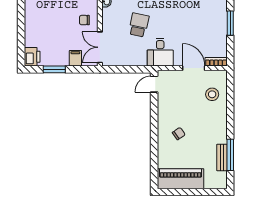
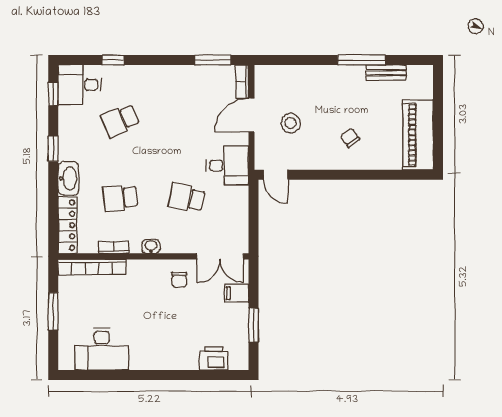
window: (230, 23) -> (213, 60), moved
printer: (32, 57) -> (214, 358), moved
stool: (212, 94) -> (291, 123), moved
window: (230, 155) -> (362, 60), moved

